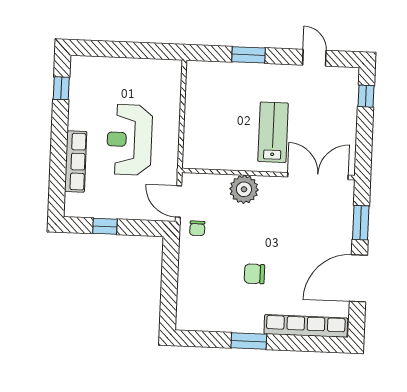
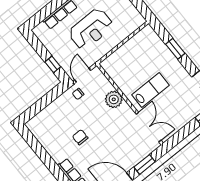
reception desk: (129, 140) -> (91, 29), turned 180
window: (105, 226) -> (53, 64), moved
window: (249, 341) -> (48, 161), removed

